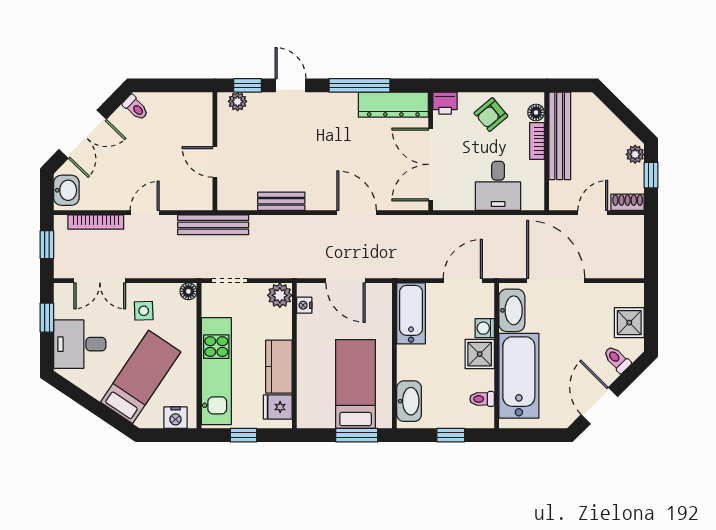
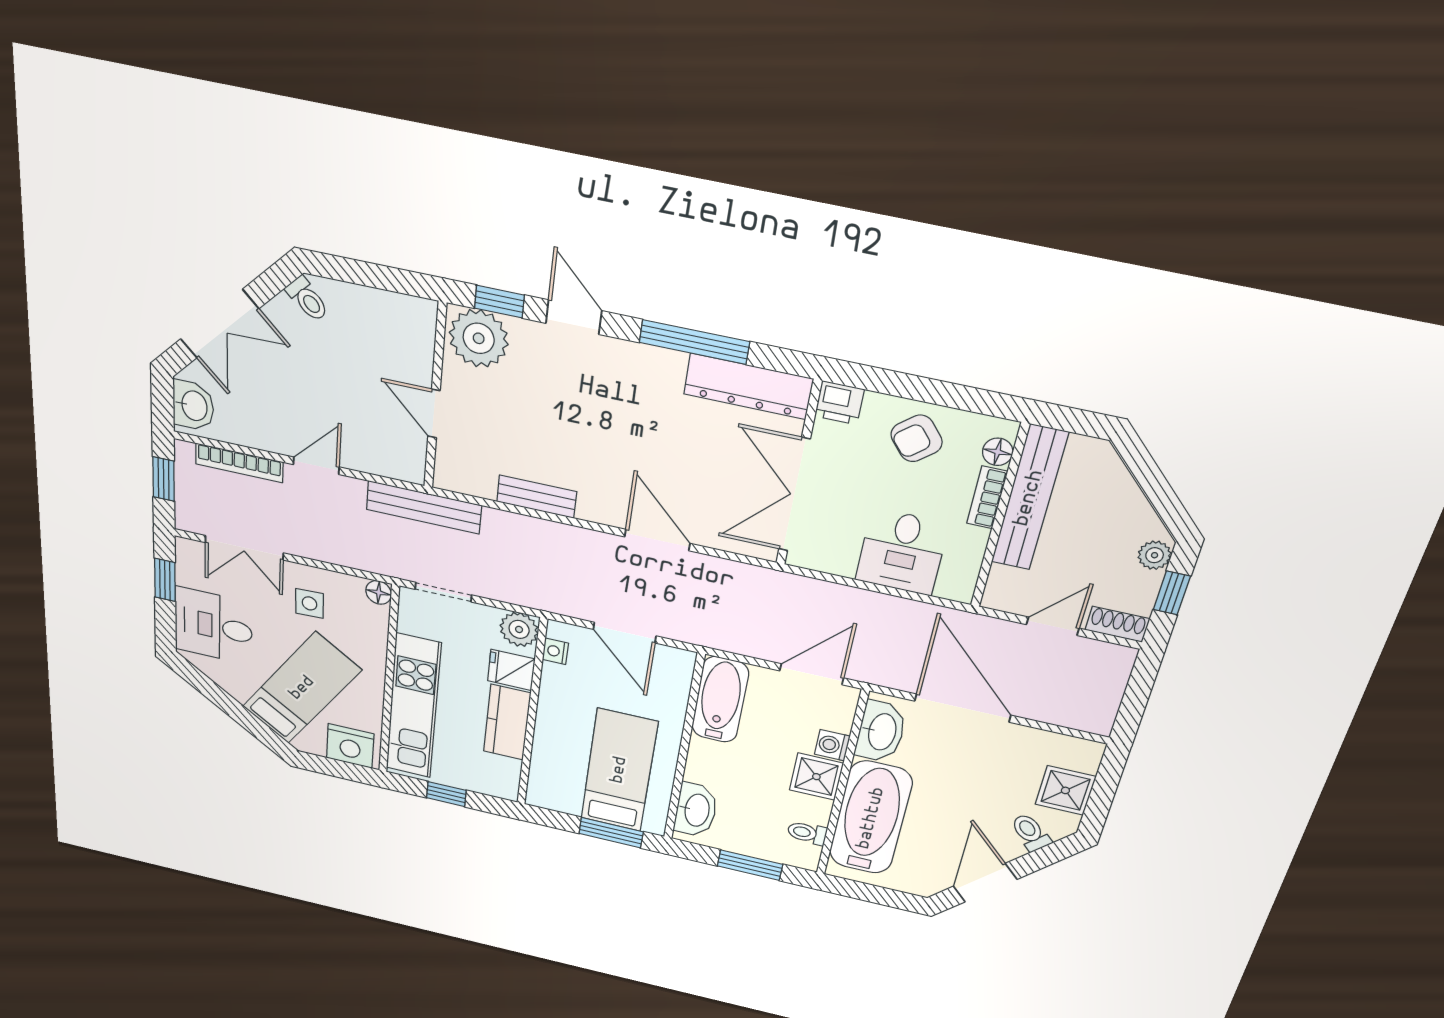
plant: (238, 101) -> (479, 338), width x1.87, depth x1.87
fridge: (278, 407) -> (511, 670), moved
nightstand: (175, 418) -> (350, 746), width x1.36, depth x1.33
window: (451, 435) -> (750, 865), width x1.50

